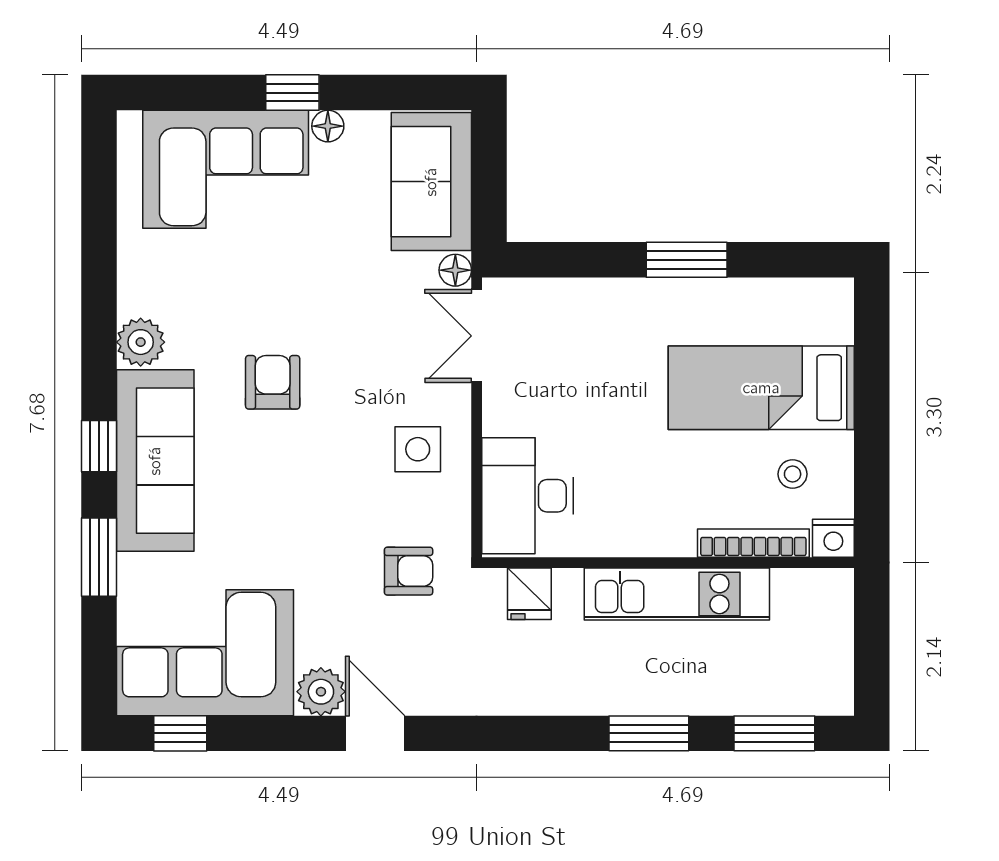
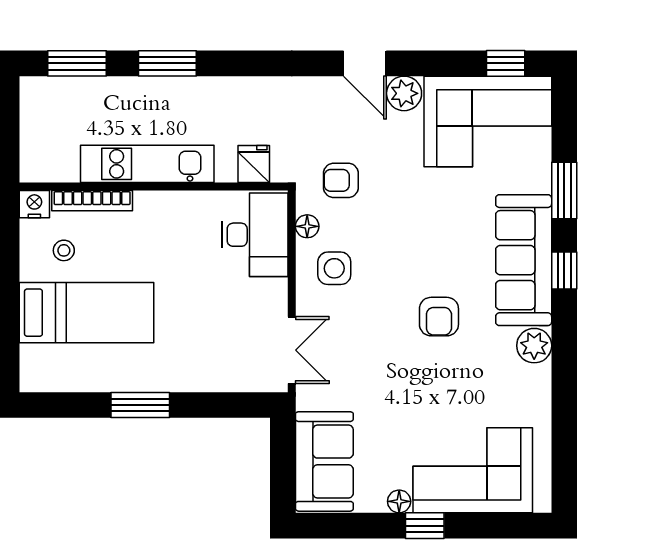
floor lamp: (455, 270) -> (307, 226), moved

